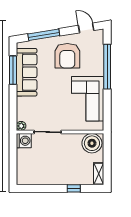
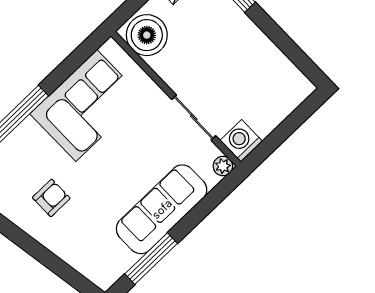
window: (44, 35) -> (54, 263), removed
armchair: (67, 56) -> (51, 198), width x0.53, depth x0.53
sofa: (27, 72) -> (162, 209), moved

